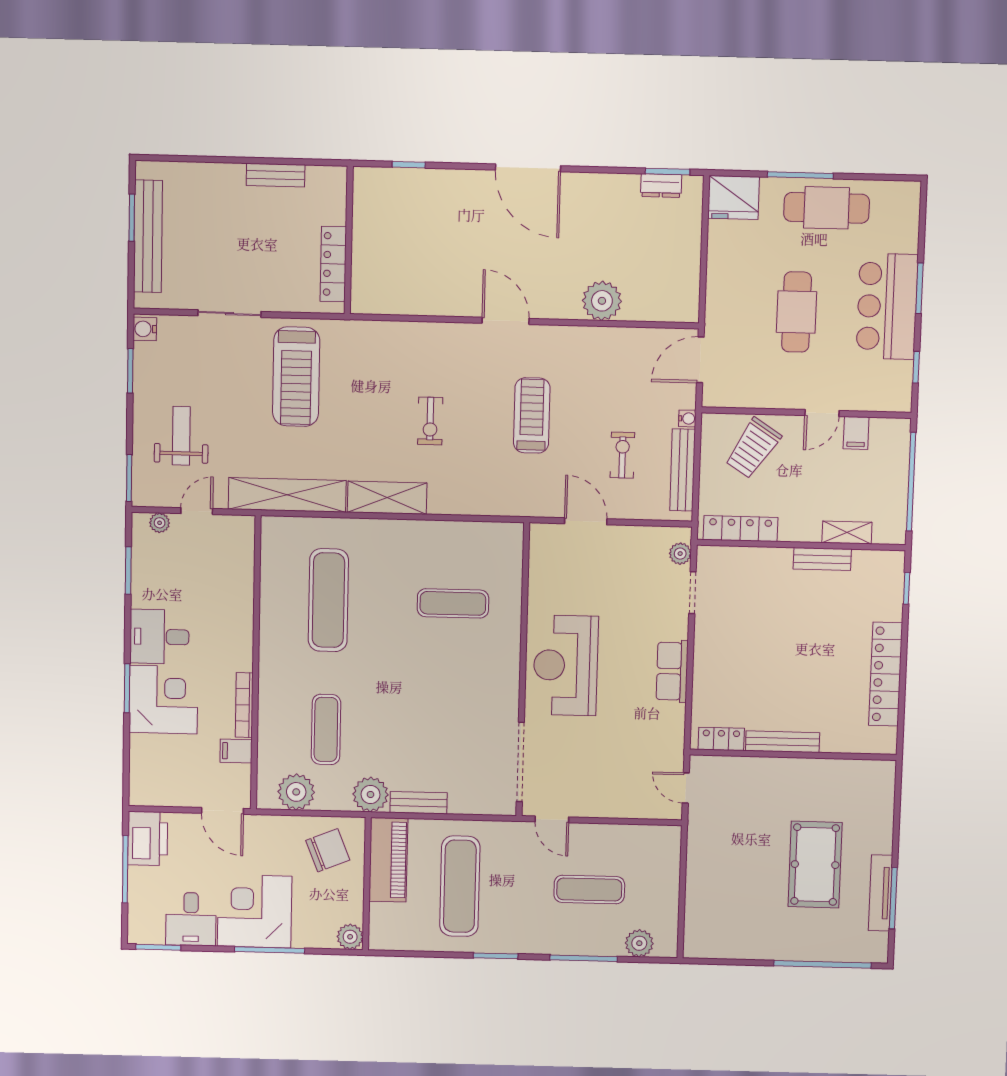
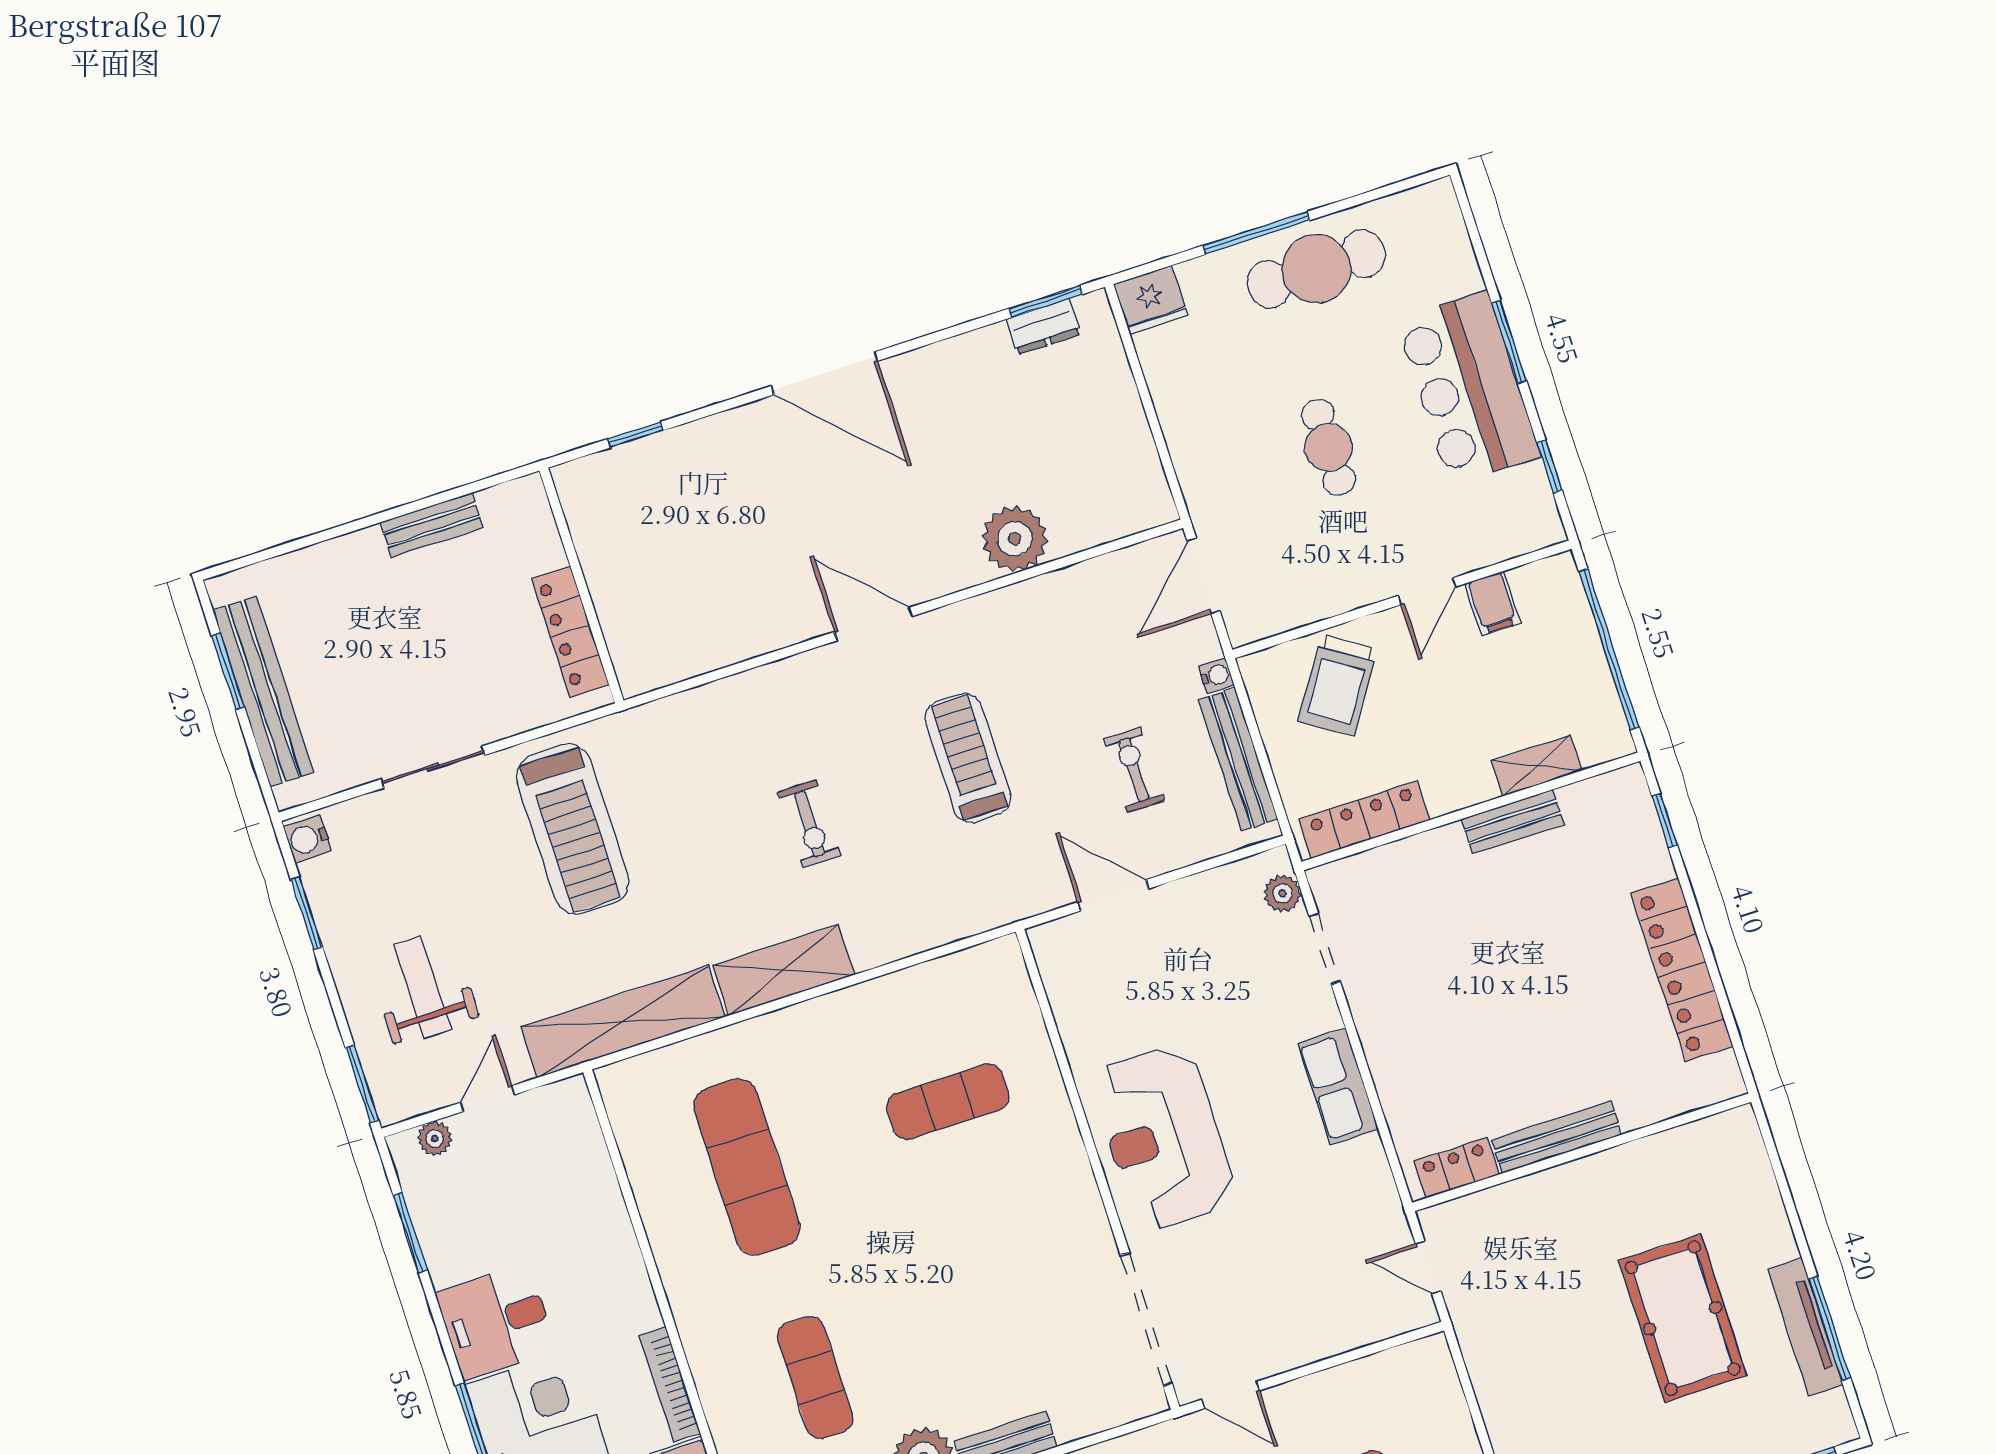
fridge: (734, 197) -> (1151, 300), width x0.73, depth x0.75
cafe table: (797, 312) -> (1328, 447), width x0.73, depth x0.74

